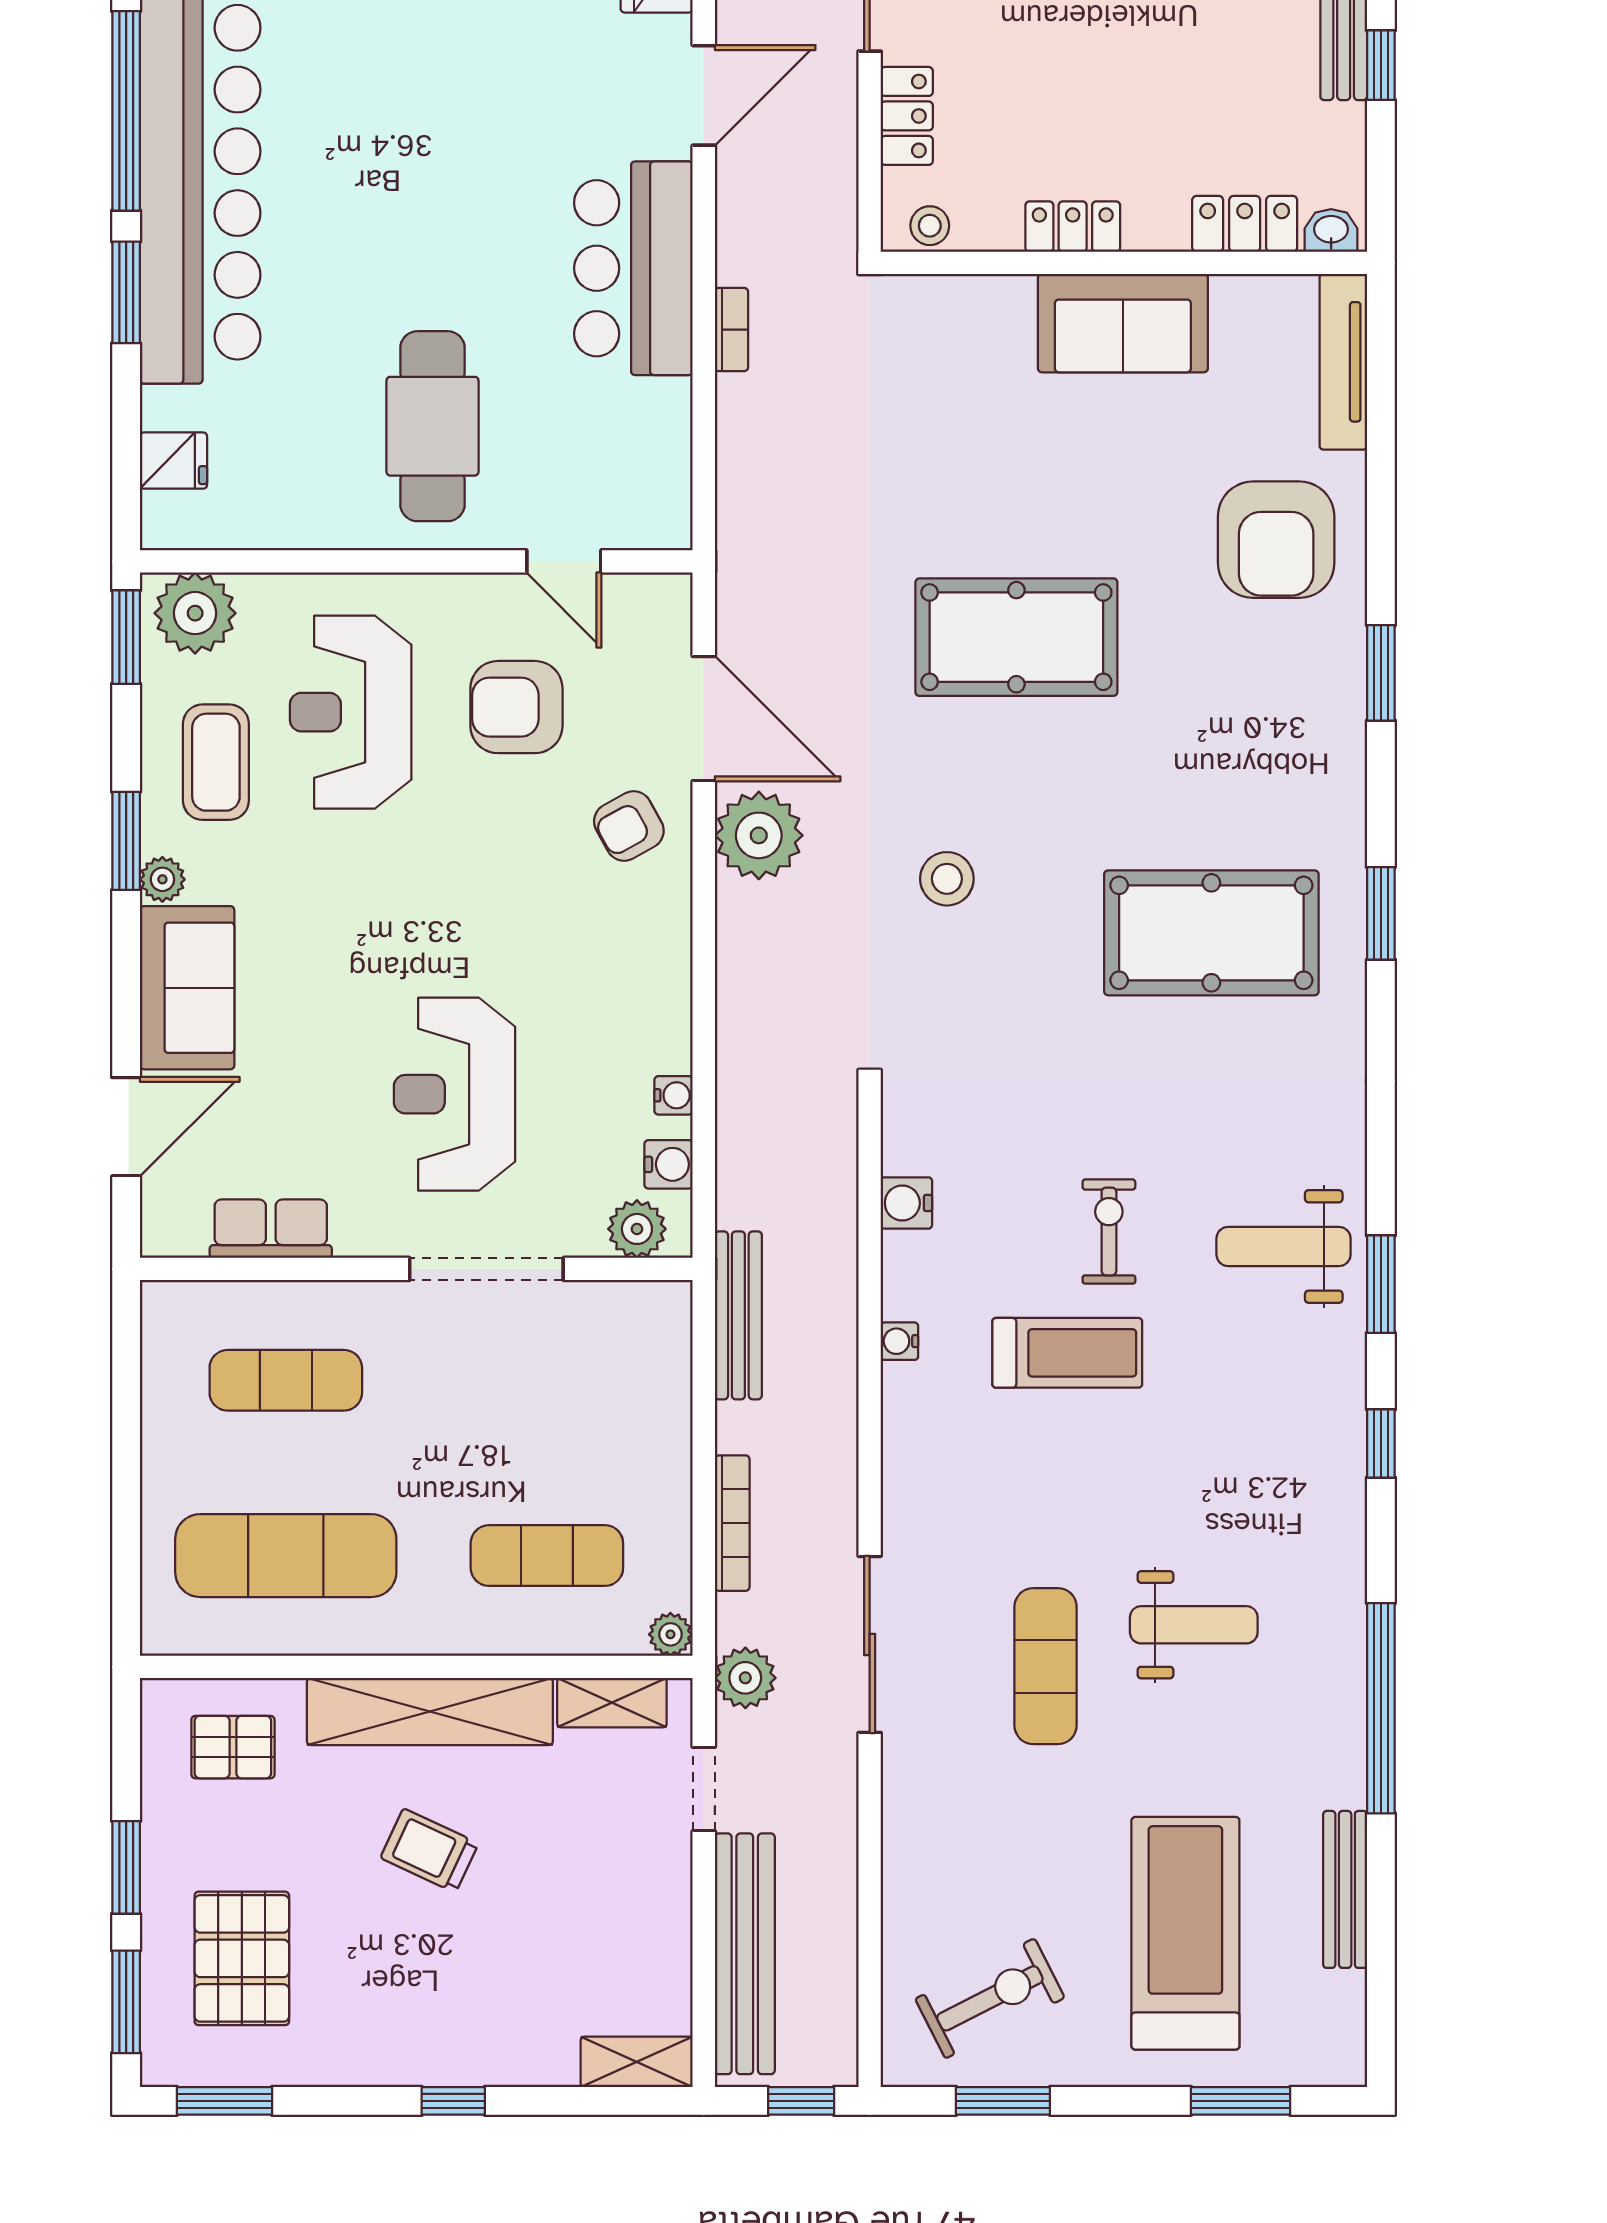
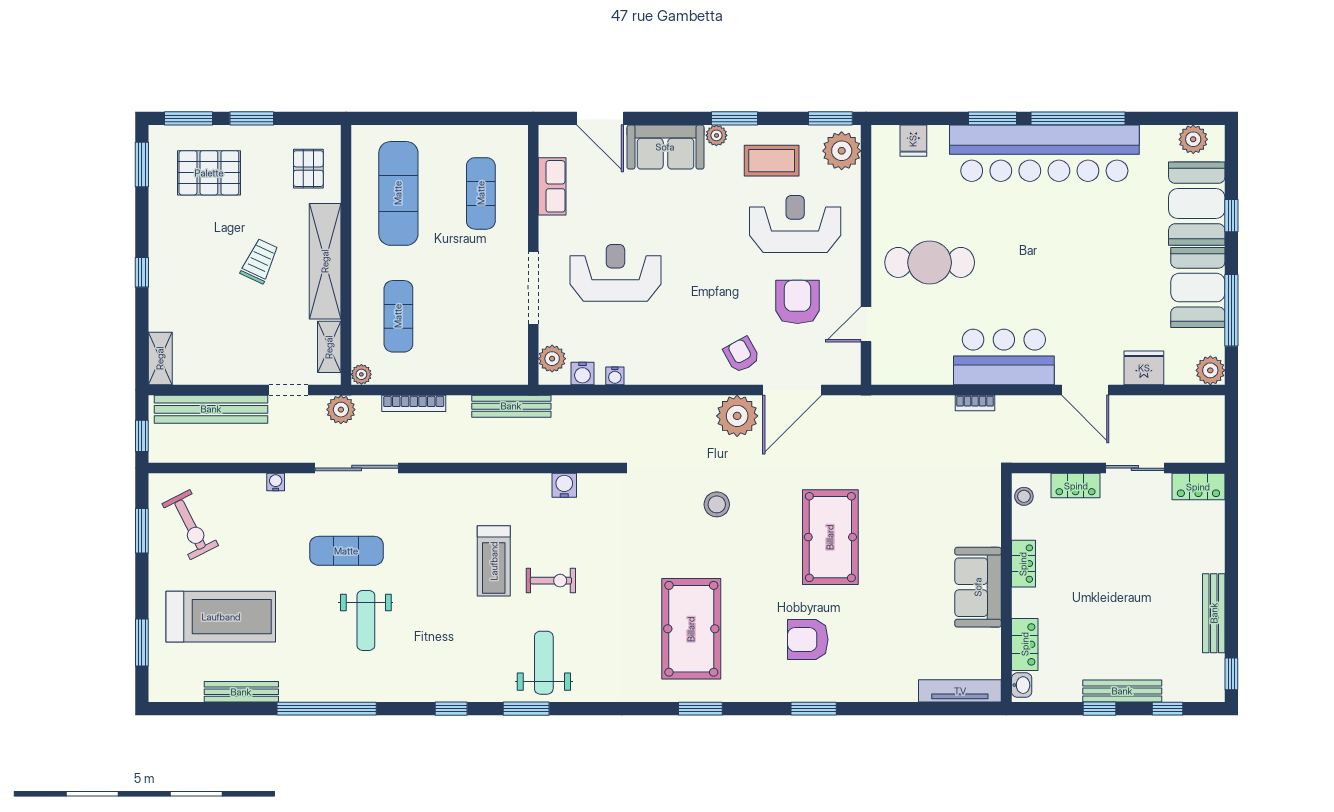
armchair: (1276, 540) -> (808, 640), moved, width x0.73, depth x0.73
water cooler: (899, 1341) -> (276, 482), moved

